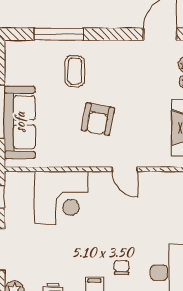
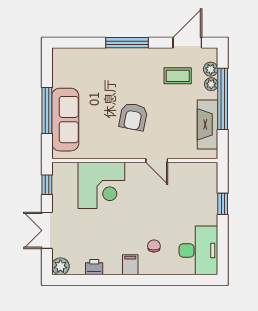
window: (59, 34) -> (127, 43), moved
coffee table: (75, 71) -> (178, 76), moved, turned 90

